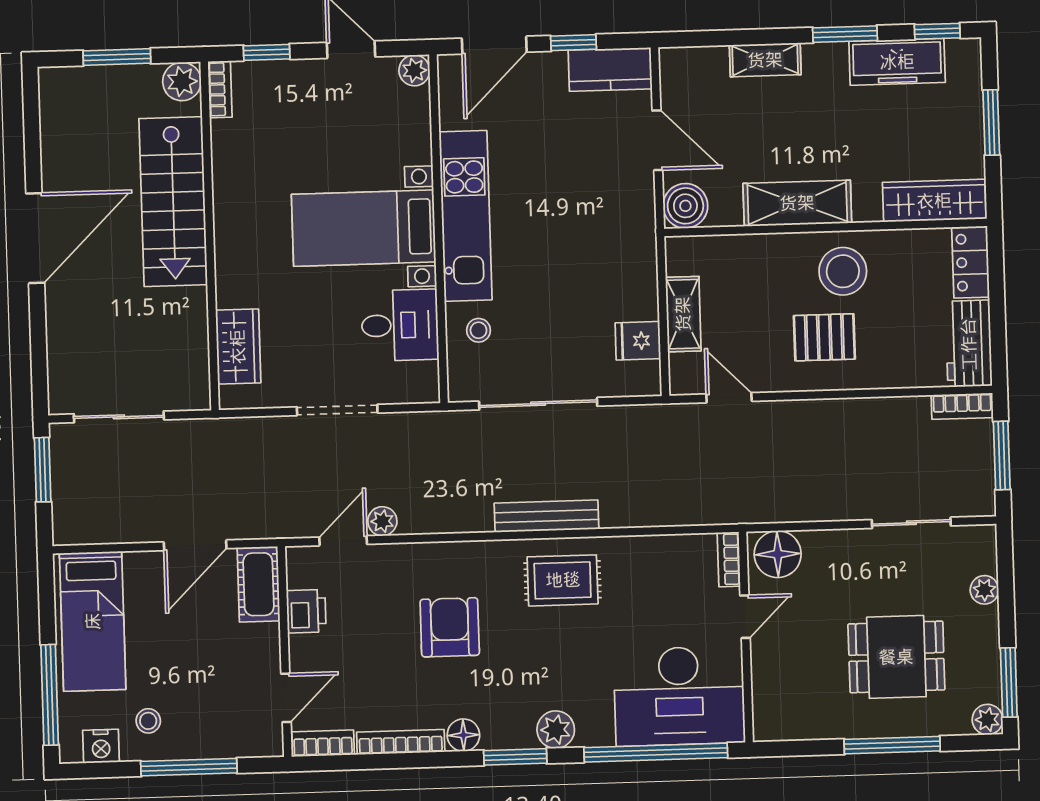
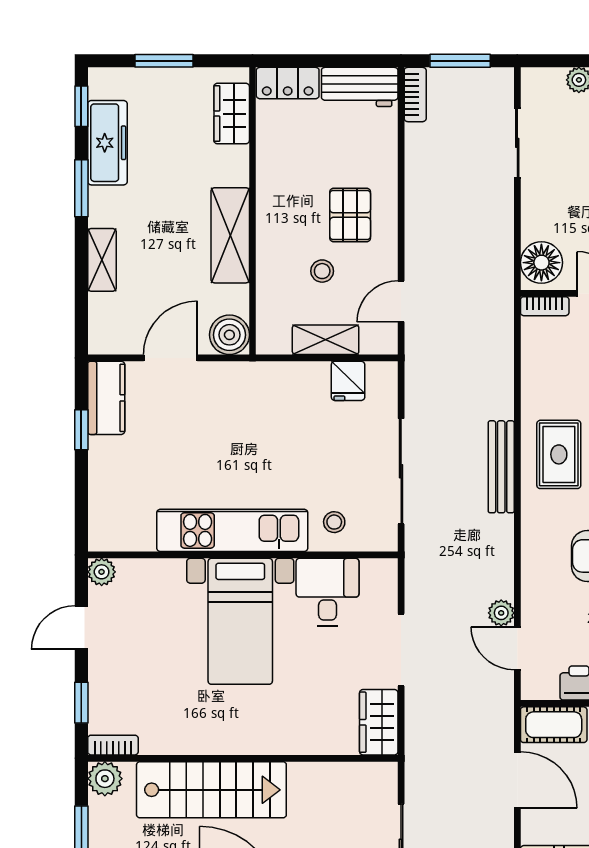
door: (494, 45) -> (81, 500), removed
wardrobe: (934, 201) -> (232, 114), width x0.67
stool: (843, 271) -> (322, 271), moved, width x0.53, depth x0.53
wardrobe: (238, 347) -> (379, 722), moved, turned -90

